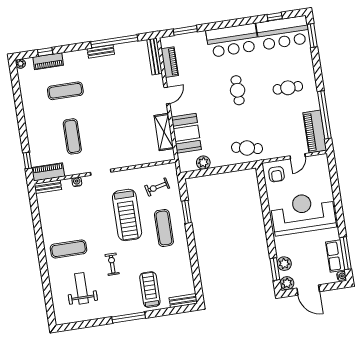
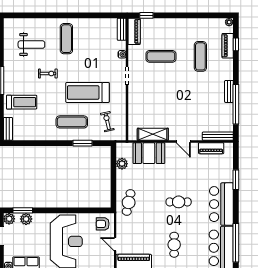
window: (275, 17) -> (236, 243), width x3.17
window: (185, 30) -> (236, 180), moved

